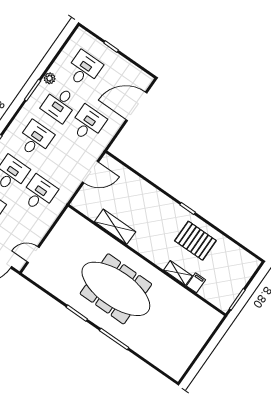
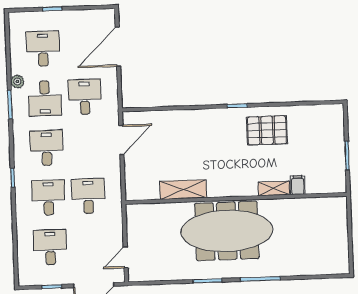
shelving: (115, 227) -> (183, 190), moved
wall: (147, 260) -> (236, 198), moved
shelving: (178, 273) -> (274, 188), moved
filing cabinet: (196, 283) -> (298, 185), moved

